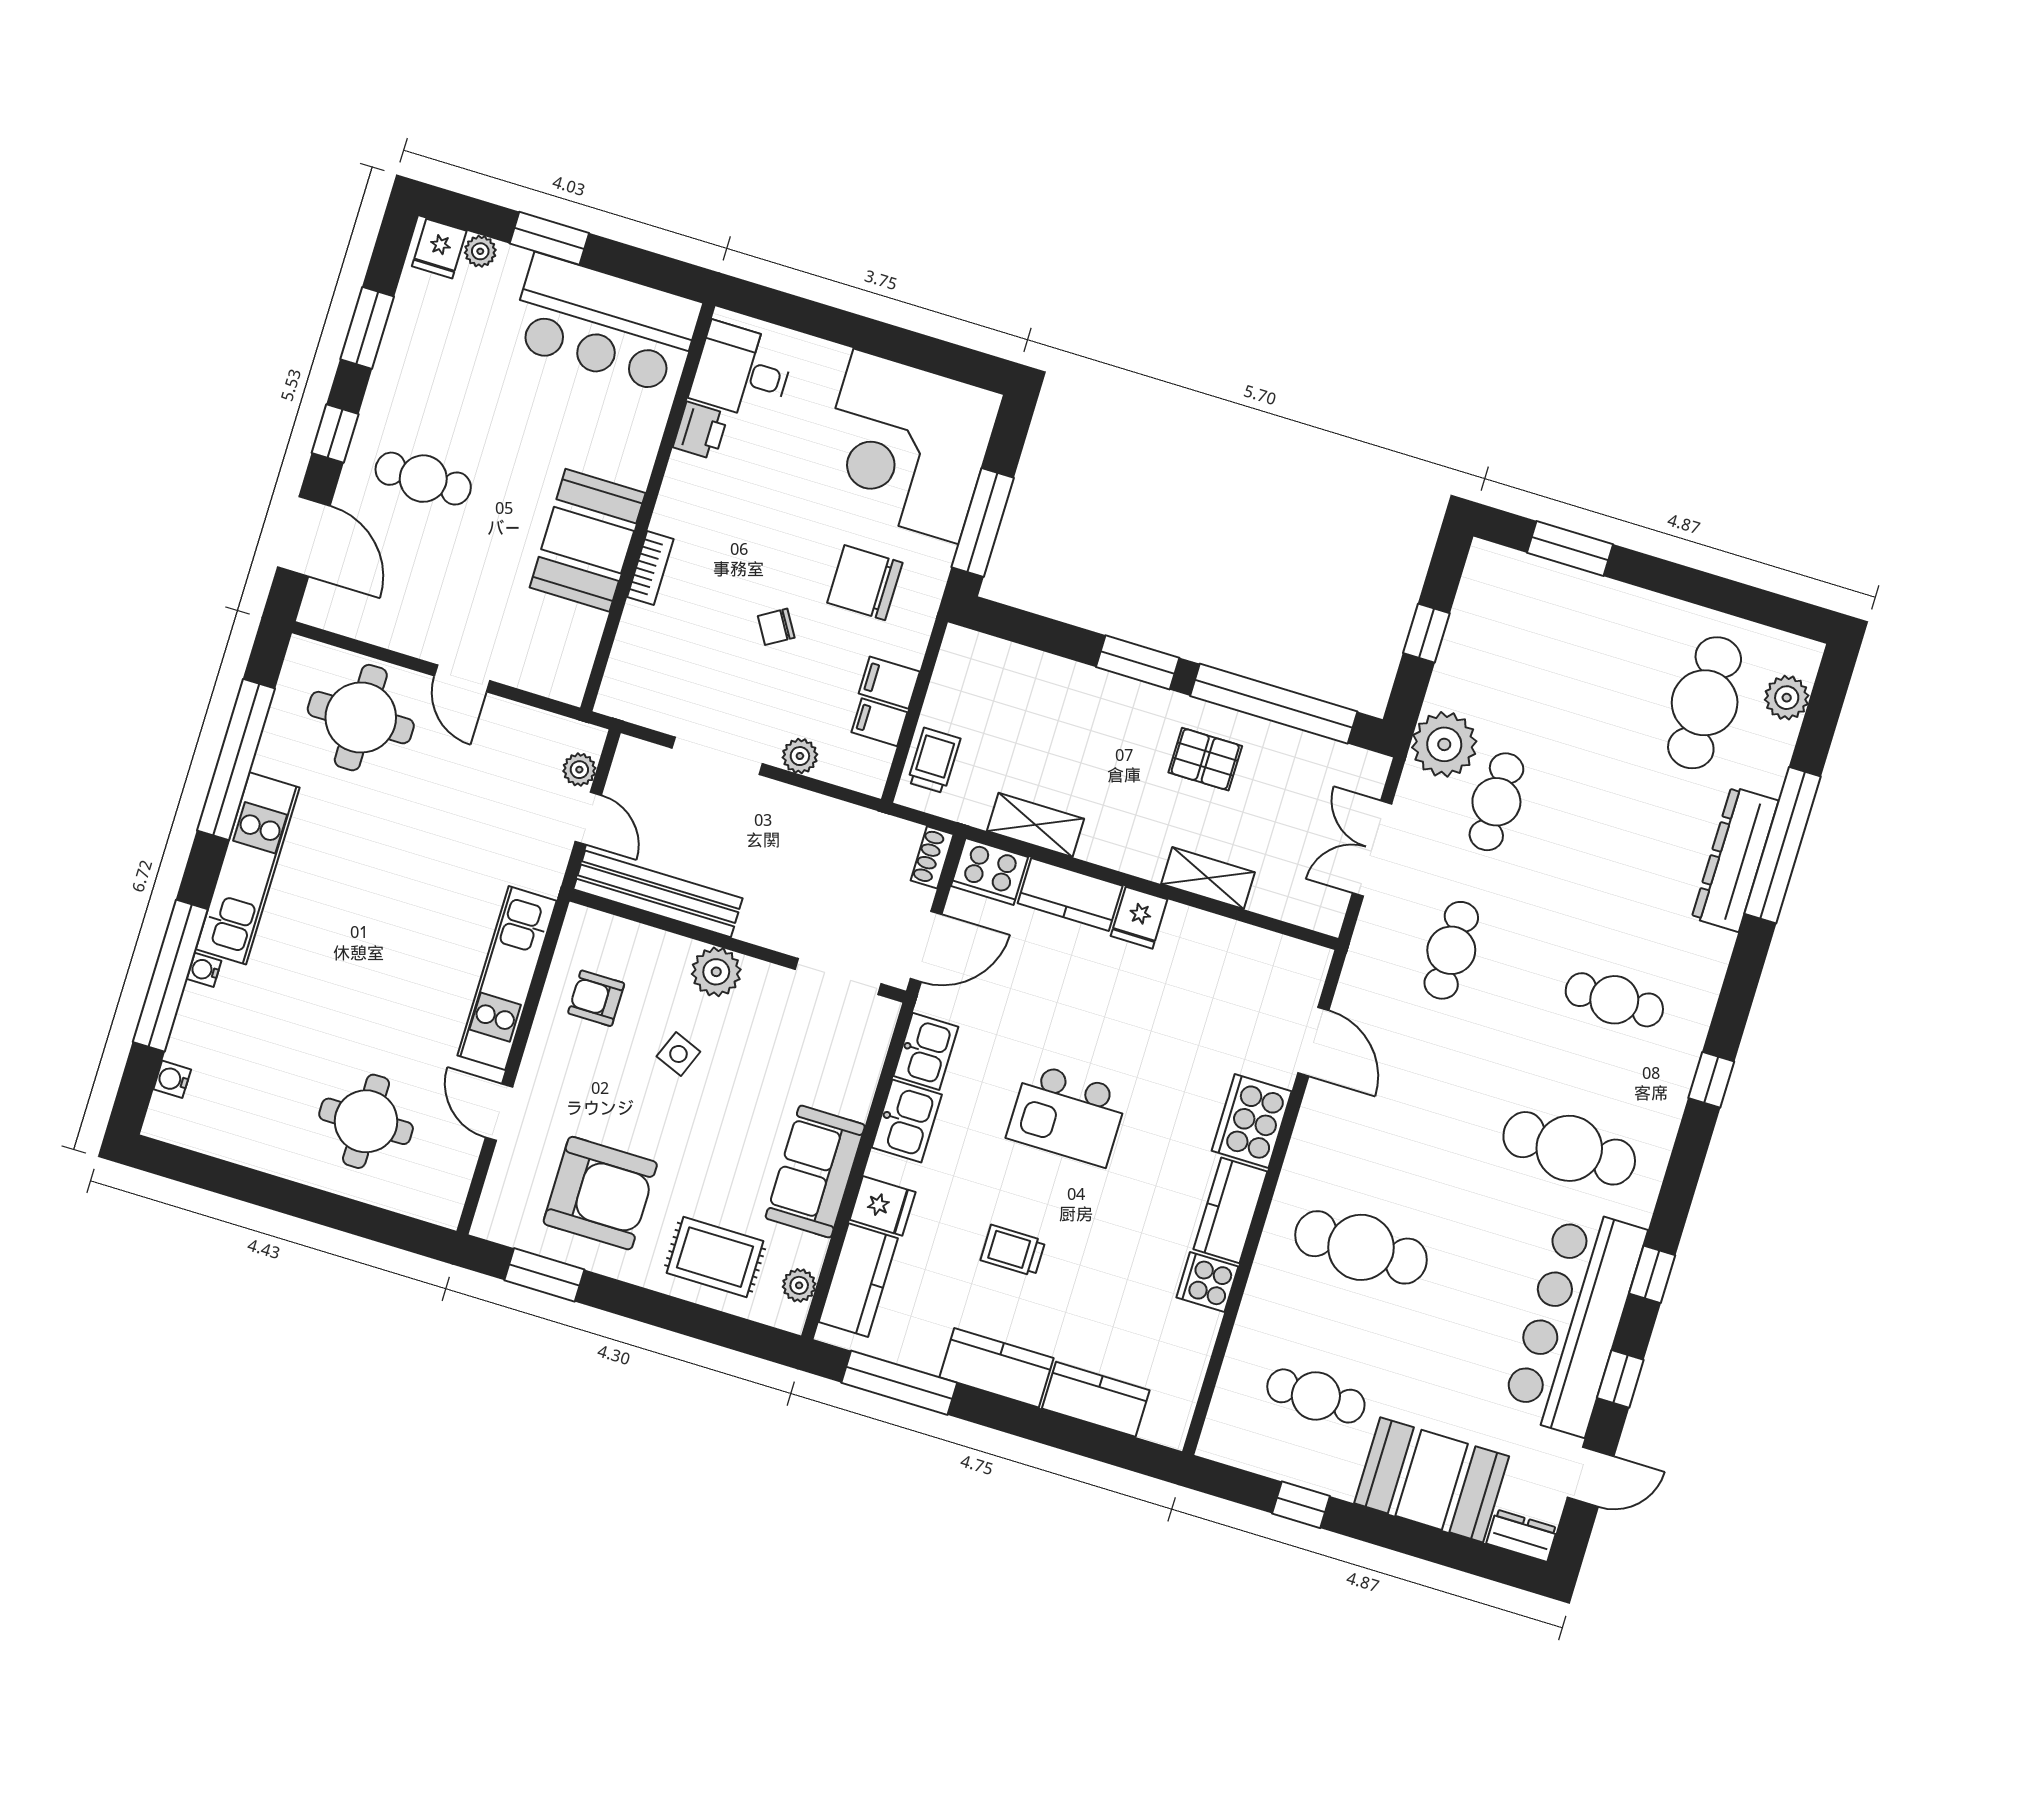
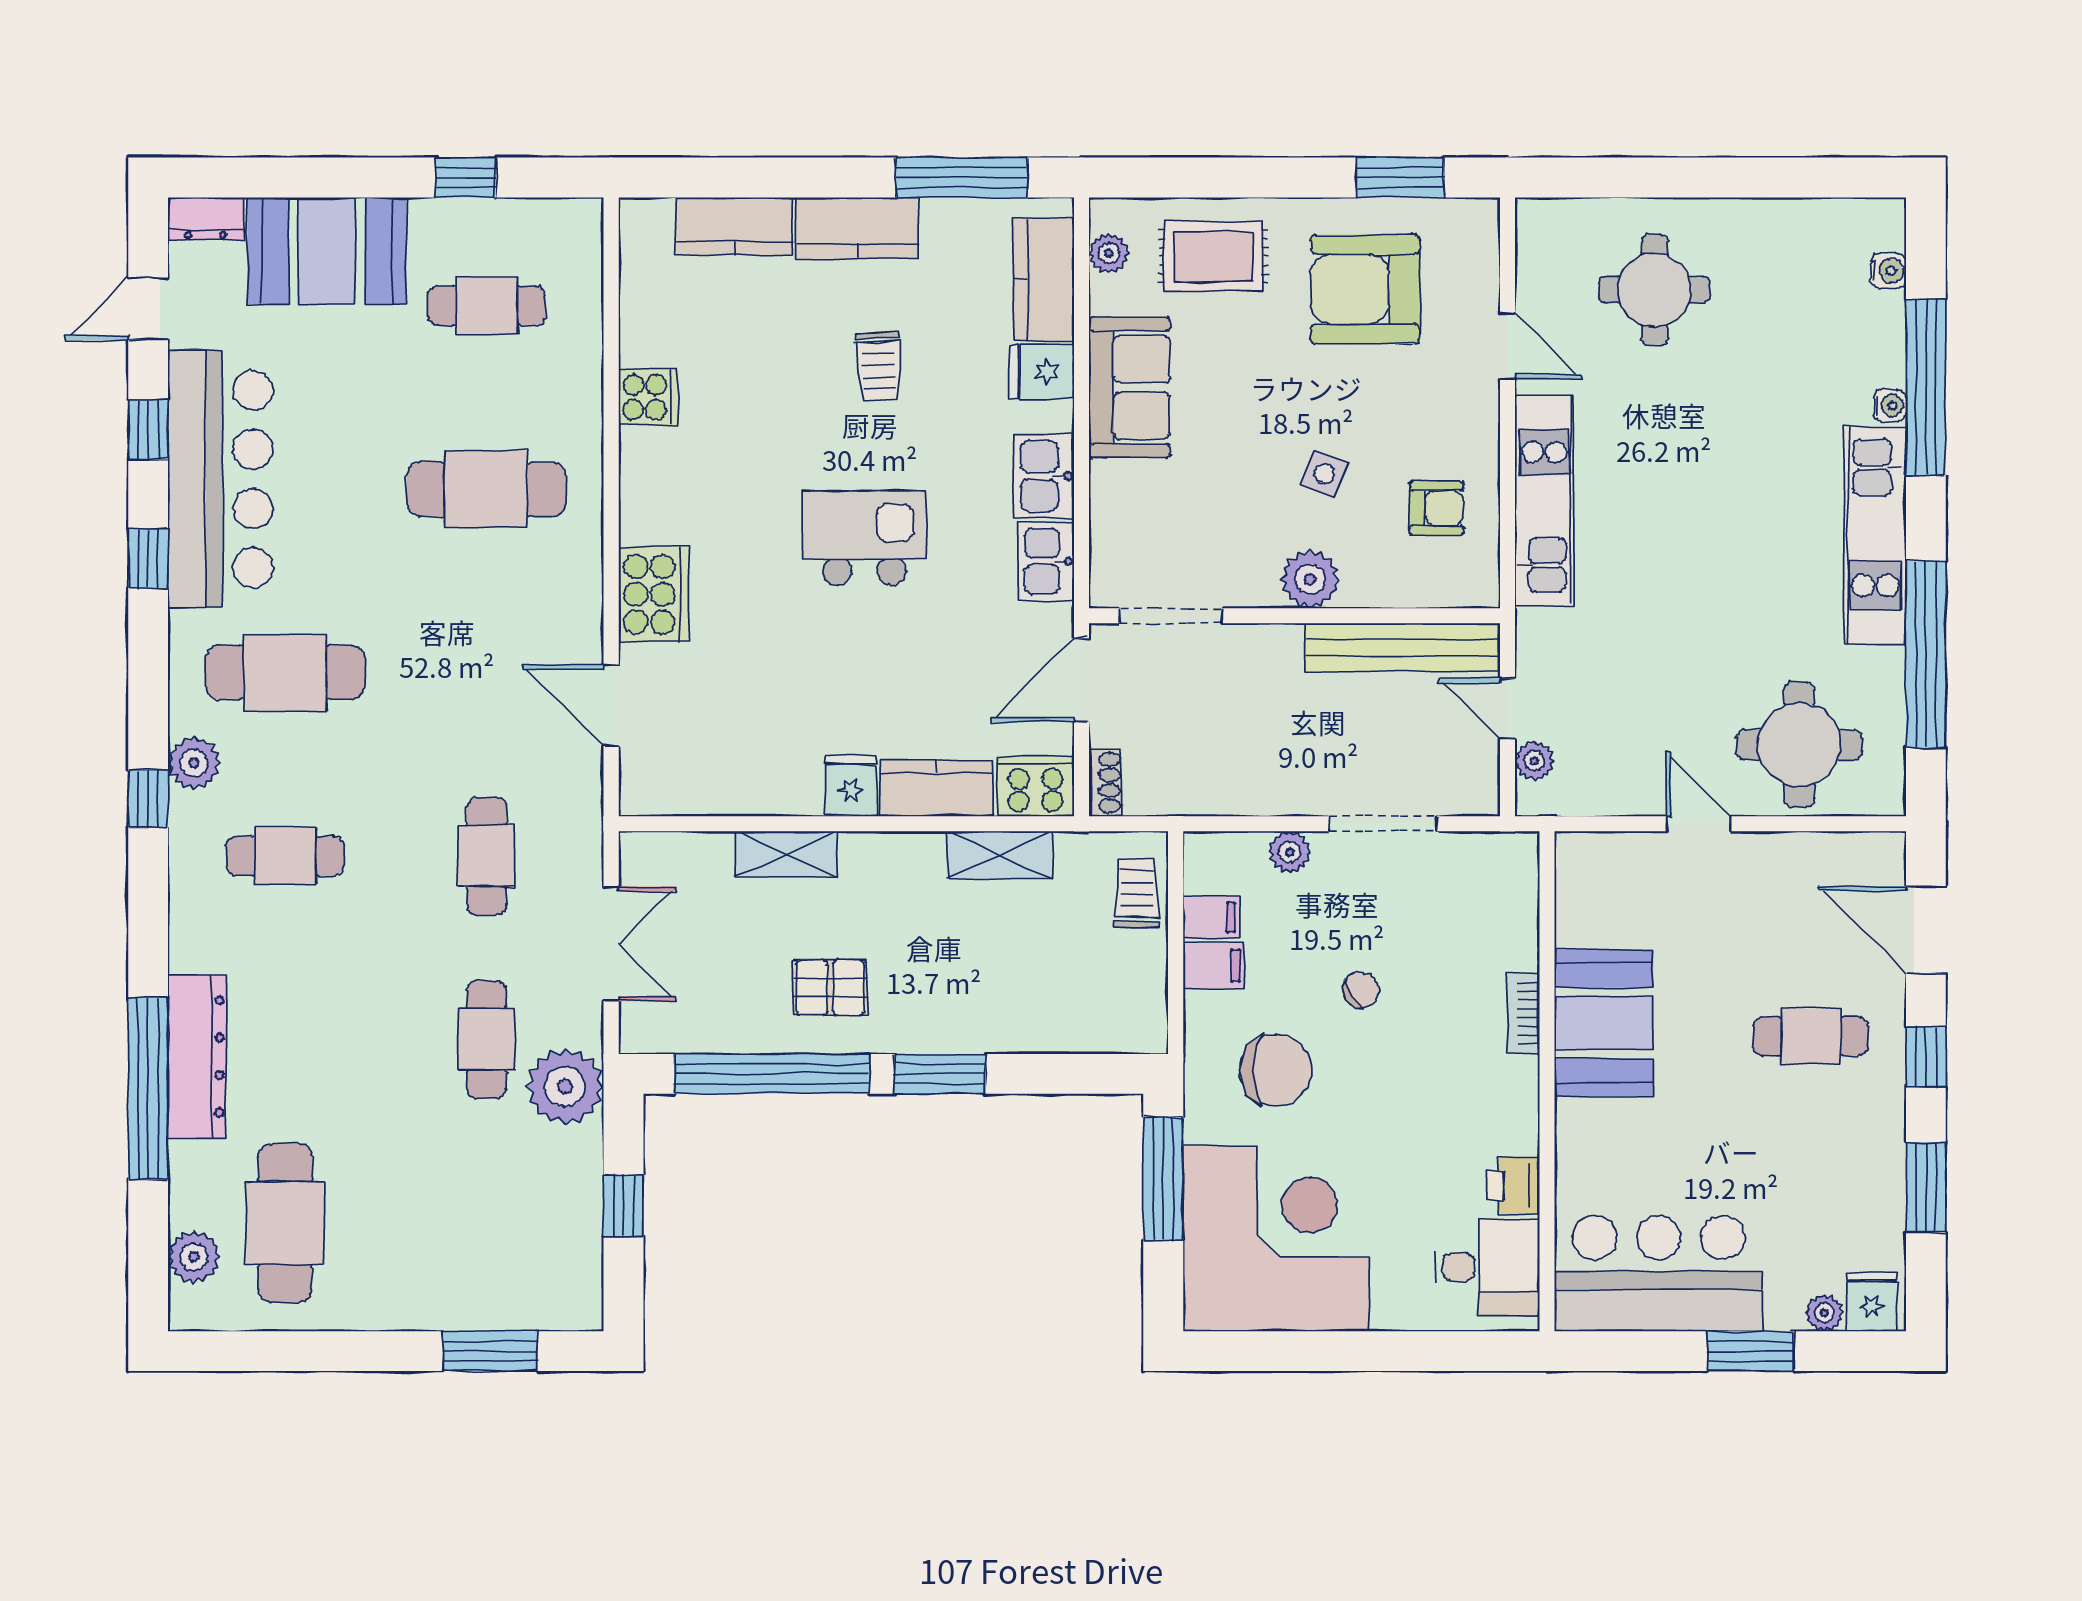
trolley: (934, 760) -> (1137, 893), turned 180
plant: (1665, 1098) -> (194, 763), added
kitchen counter: (1230, 1210) -> (647, 486), removed
trolley: (1013, 1251) -> (879, 366), turned 87

